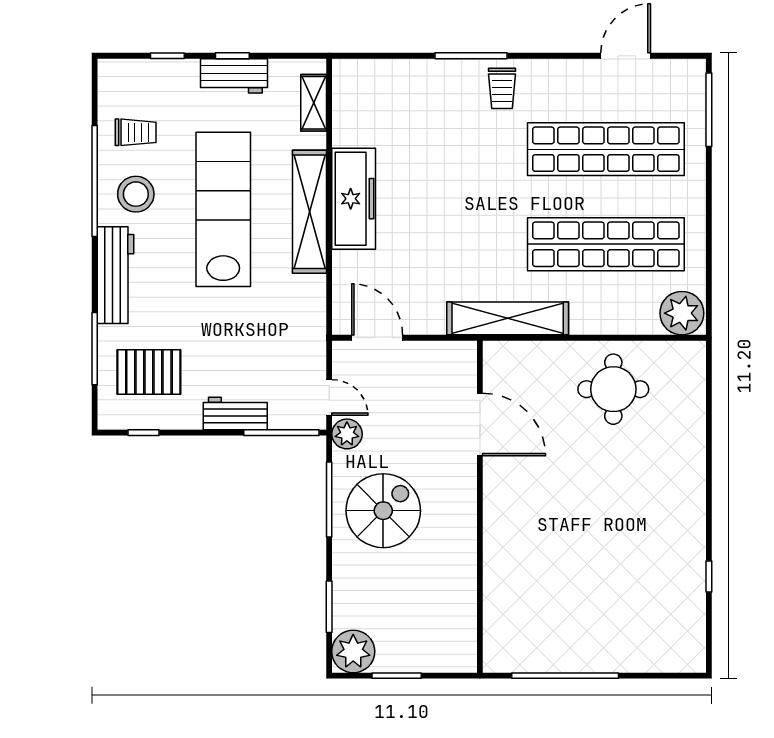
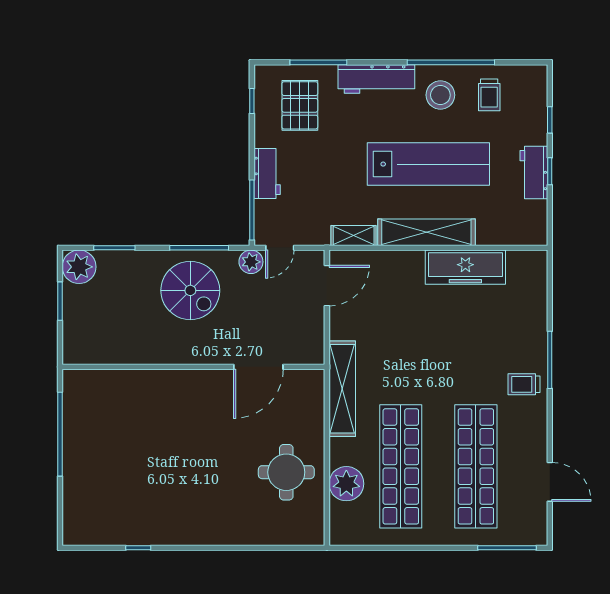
shelving: (314, 103) -> (354, 235), moved
freezer: (354, 199) -> (465, 267), moved
plant: (682, 313) -> (346, 484), moved

